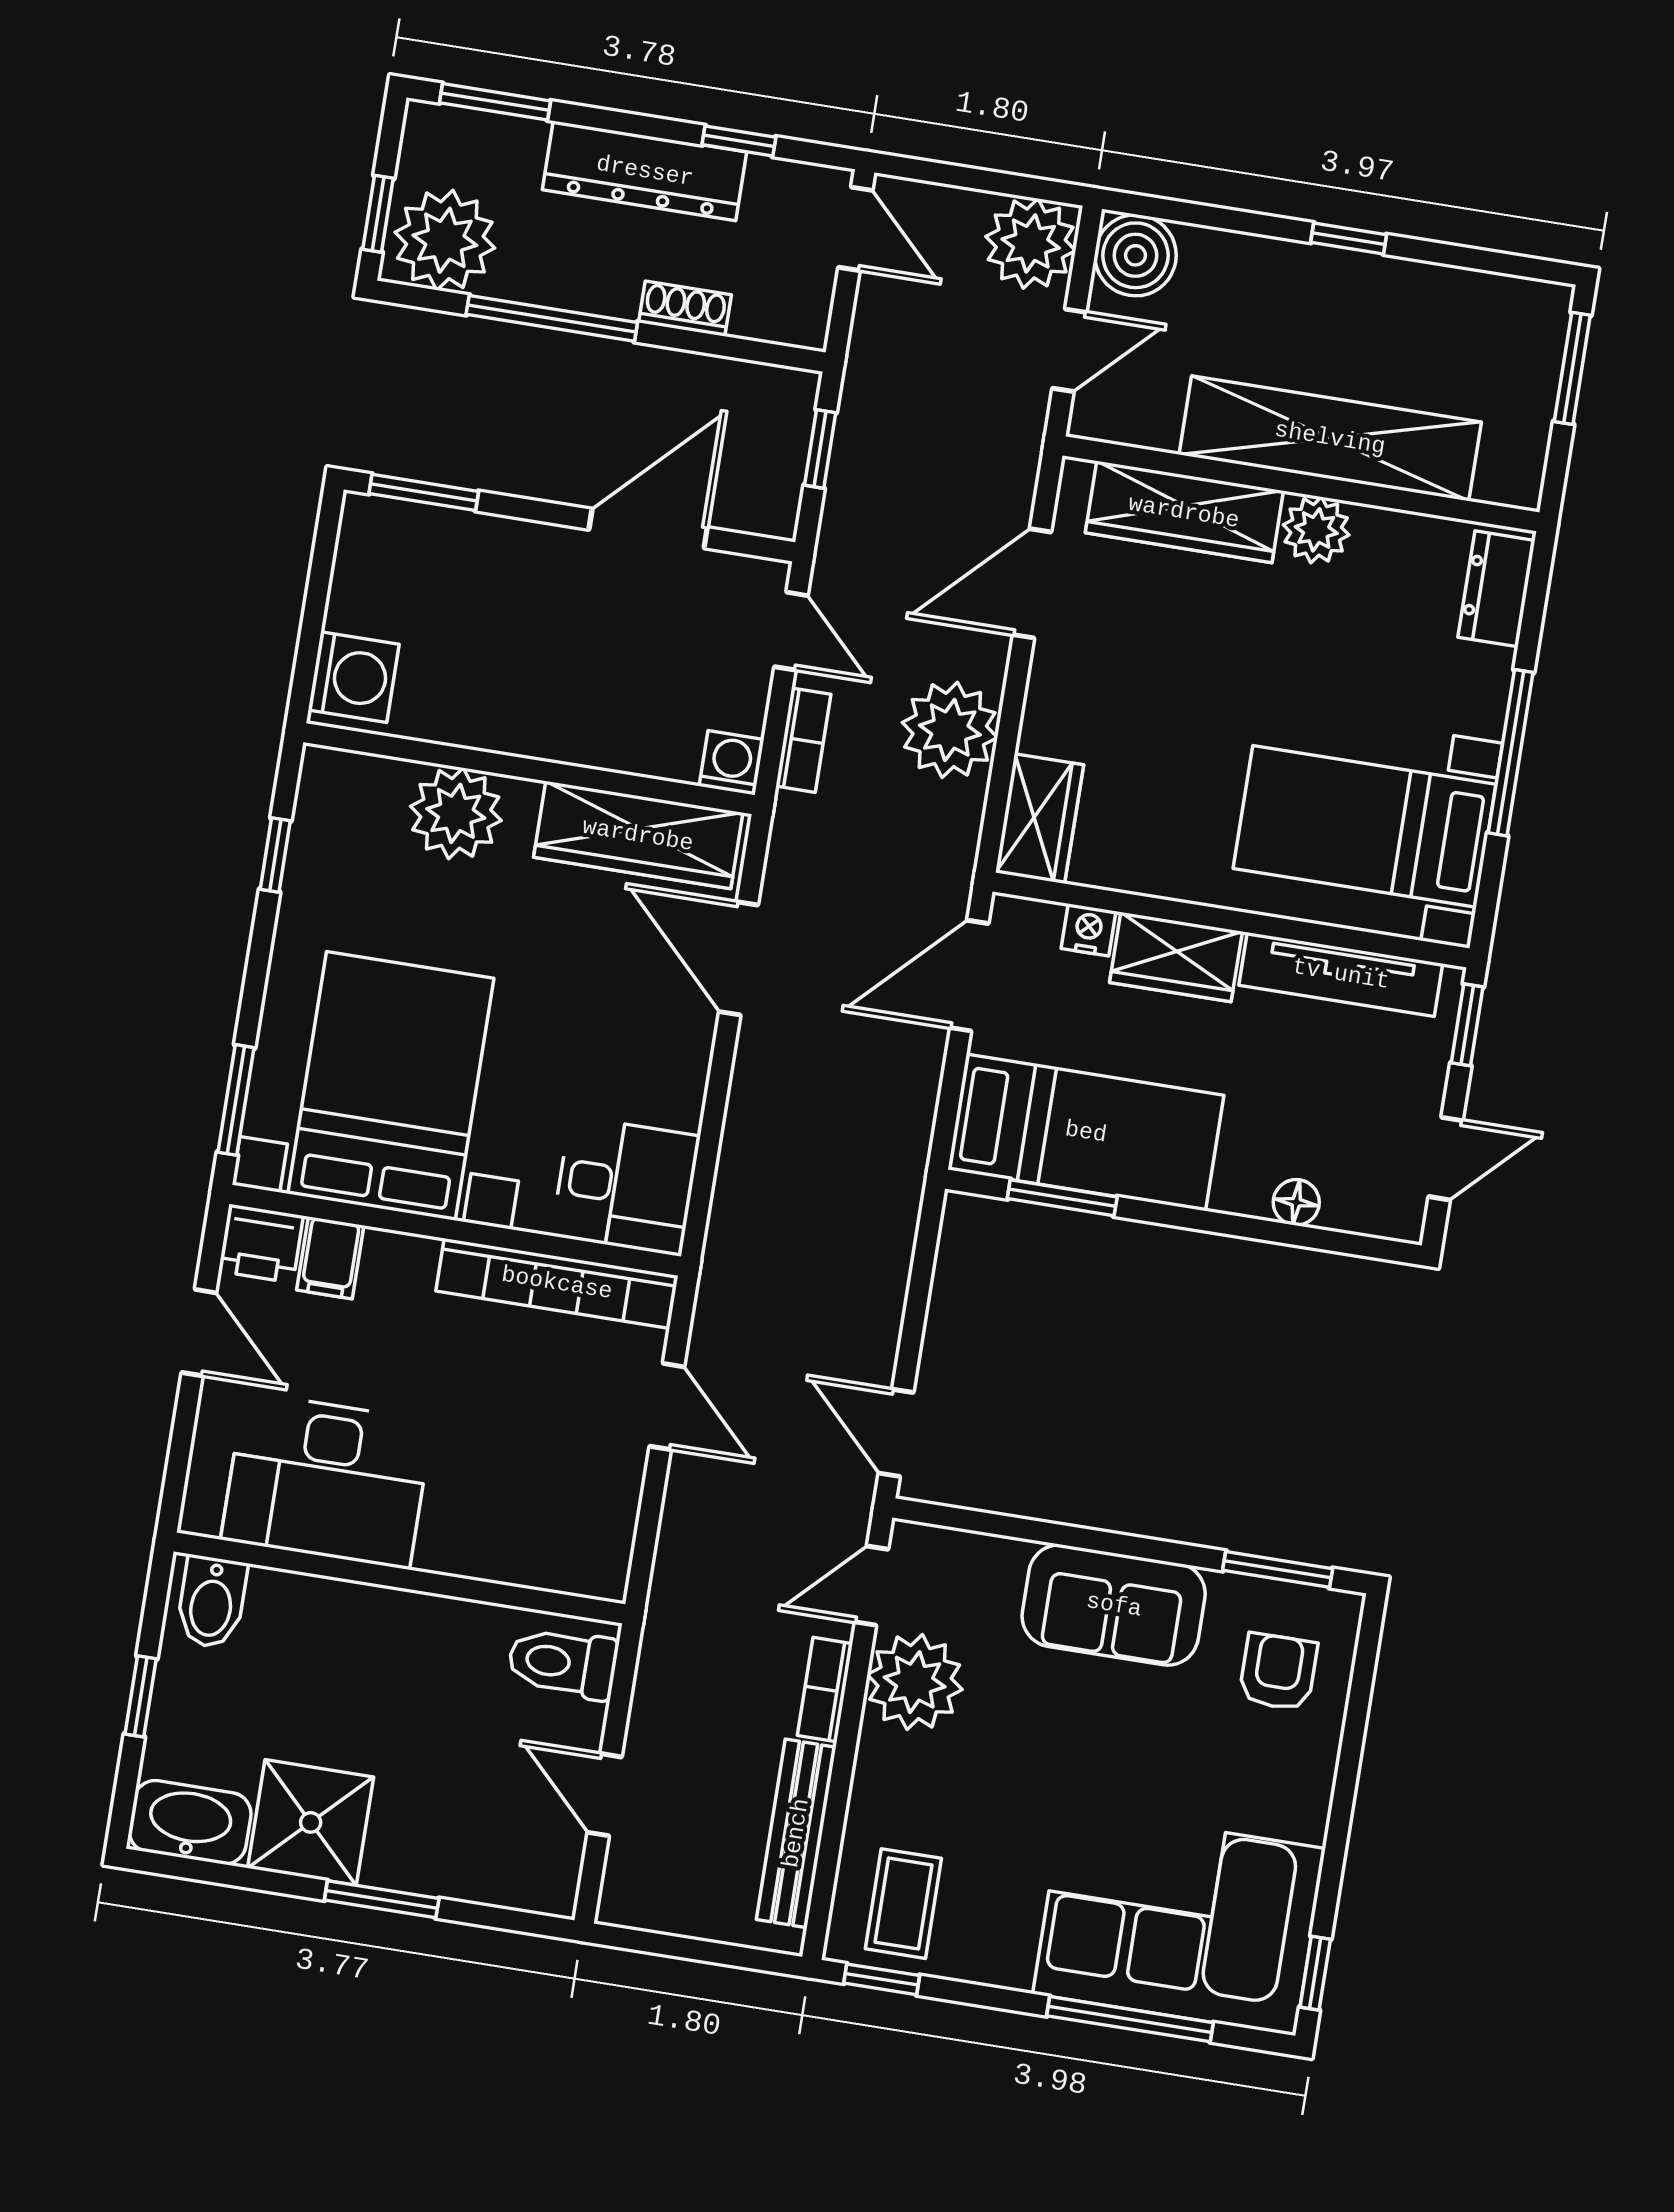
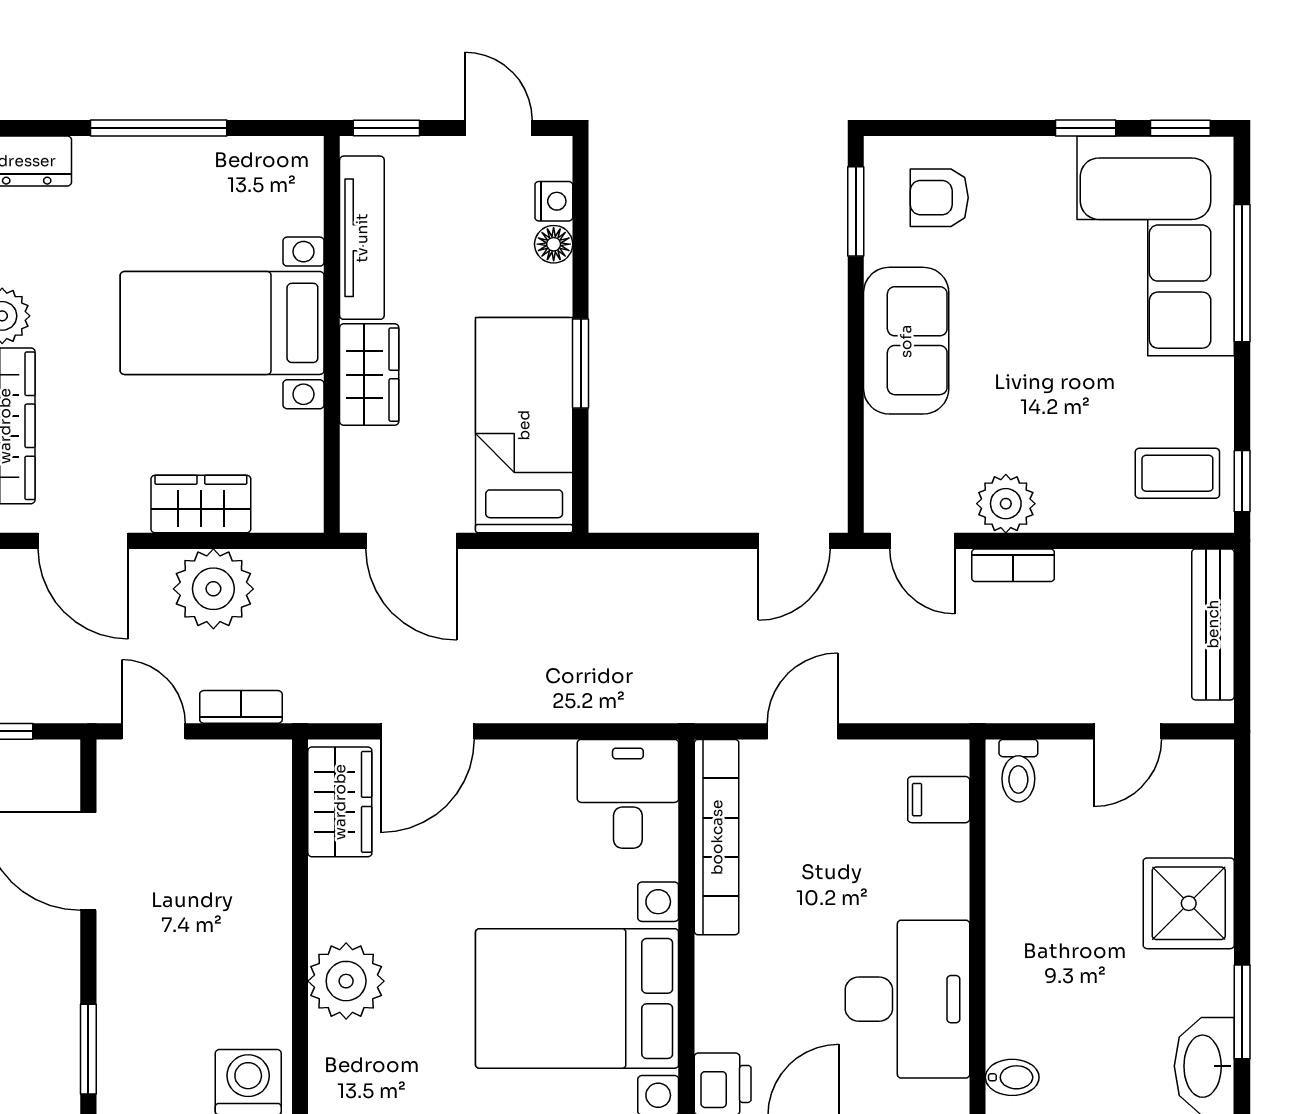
door: (791, 631) -> (153, 731), hinge flipped
washing machine: (732, 763) -> (269, 763), removed
wardrobe: (1039, 819) -> (201, 504), moved
bed with nightstands: (1365, 826) -> (222, 323), moved, turned 90
wardrobe: (638, 835) -> (340, 802), width x0.67
nightstand: (1088, 930) -> (554, 201), moved, turned 180
window: (1062, 1198) -> (581, 364), moved
filing cabinet: (330, 1258) -> (939, 800), moved, turned 180
bidet: (212, 1602) -> (1012, 1077), width x0.72, depth x0.74
toilet: (563, 1663) -> (1018, 771), width x0.73, depth x0.72
plant: (915, 1682) -> (1006, 504), width x0.73, depth x0.73
shower: (311, 1822) -> (1189, 903), moved
bench: (796, 1833) -> (1213, 624), moved, turned 90
window: (1333, 1860) -> (1086, 128), added
window: (382, 1899) -> (1242, 1012), moved

